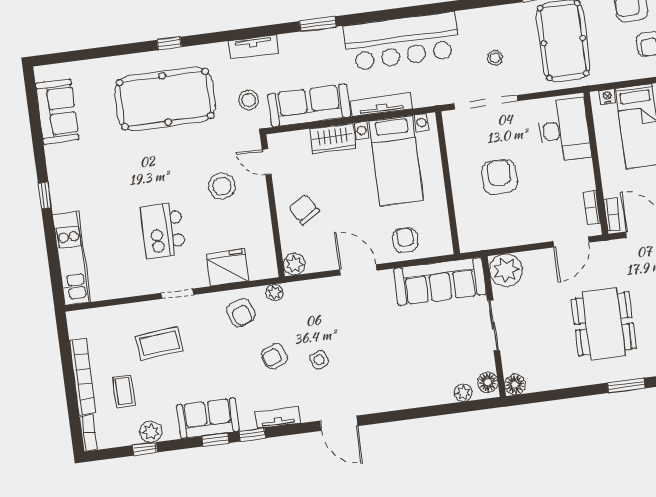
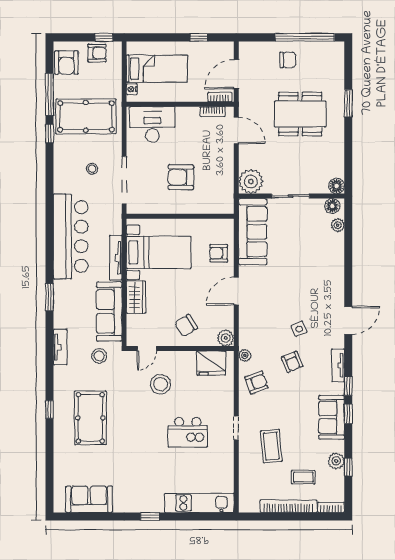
pool table: (165, 99) -> (90, 418), width x0.73, depth x0.76
fridge: (228, 268) -> (211, 363), moved, turned -90

